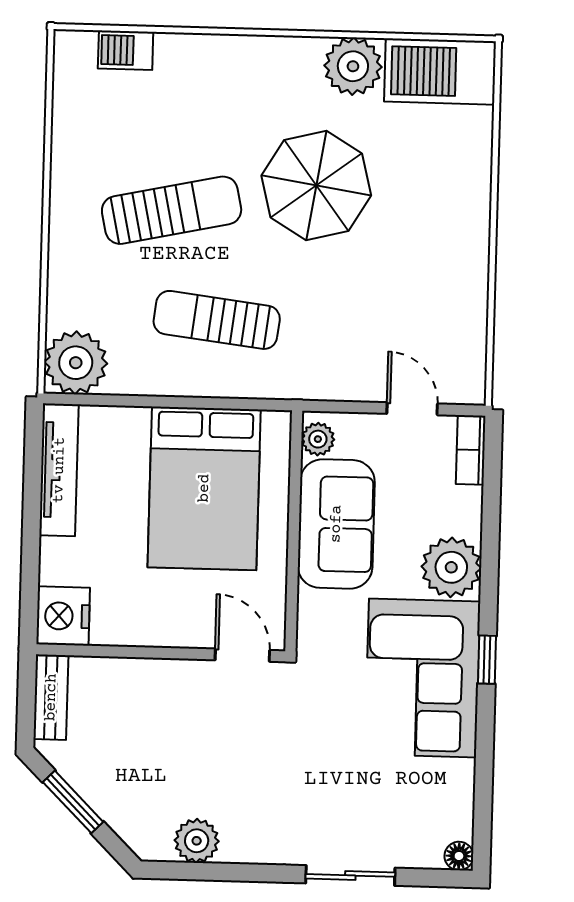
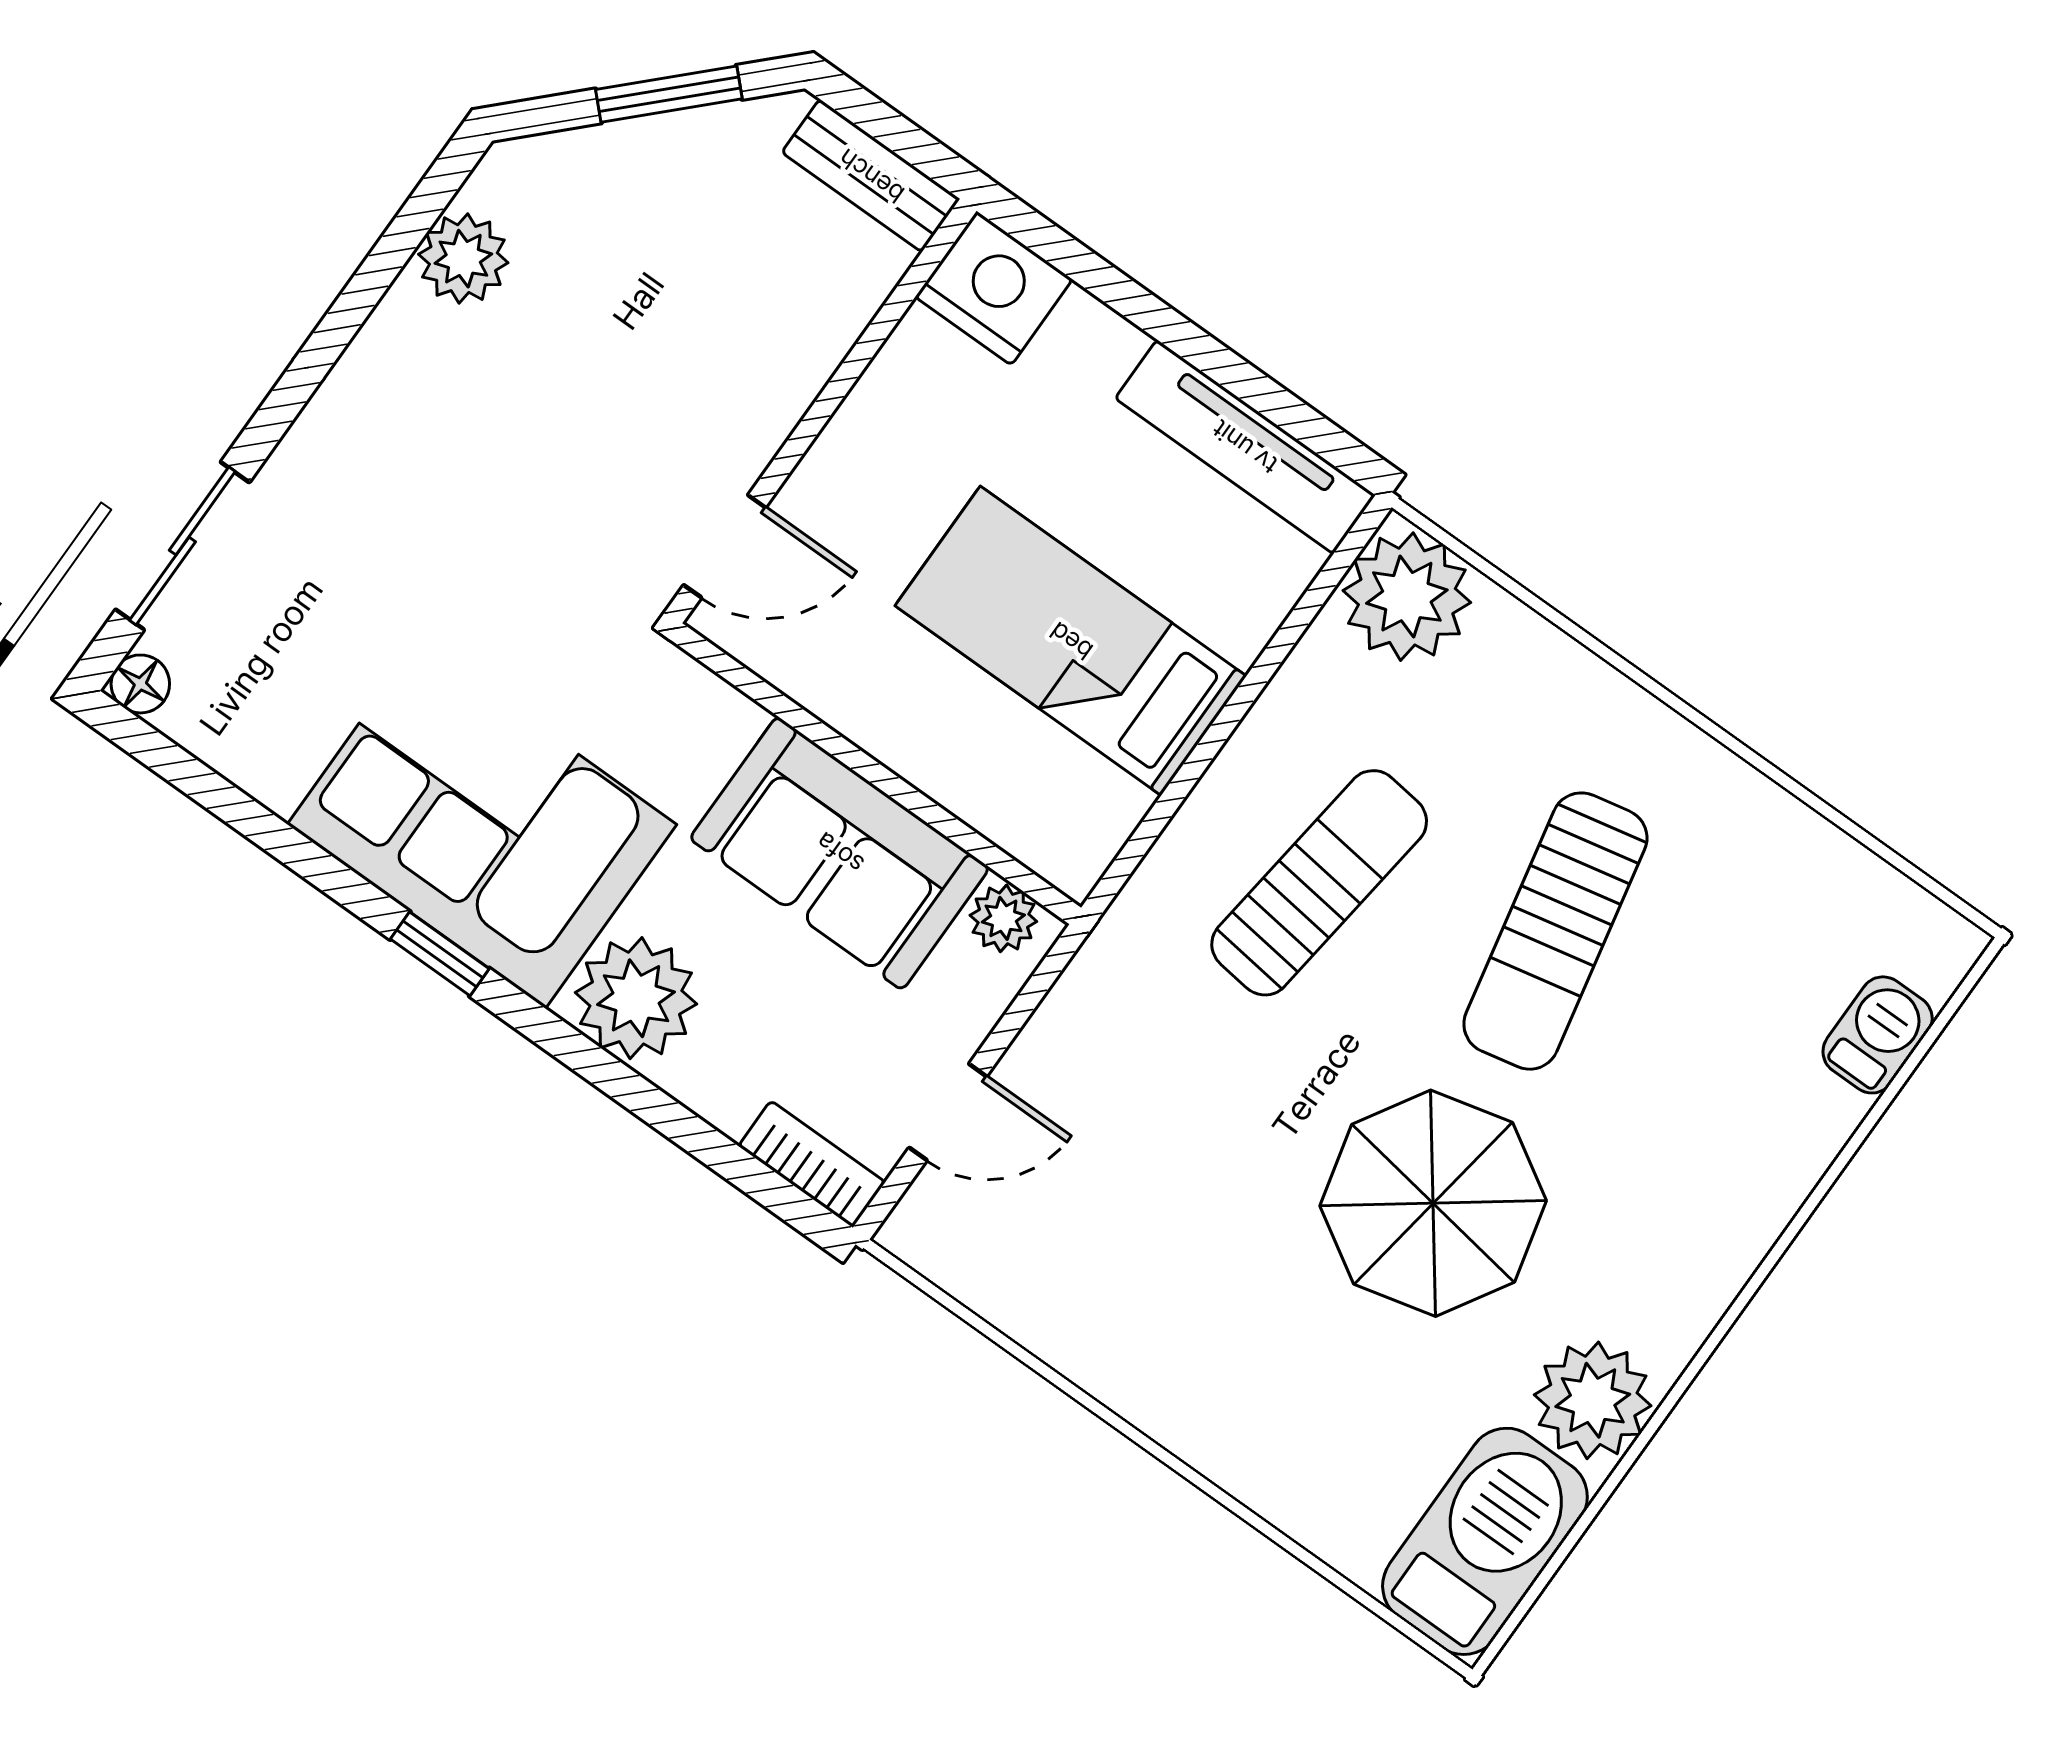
bed: (204, 488) -> (1071, 641), width x0.67
sliding door: (350, 875) -> (182, 546), moved

